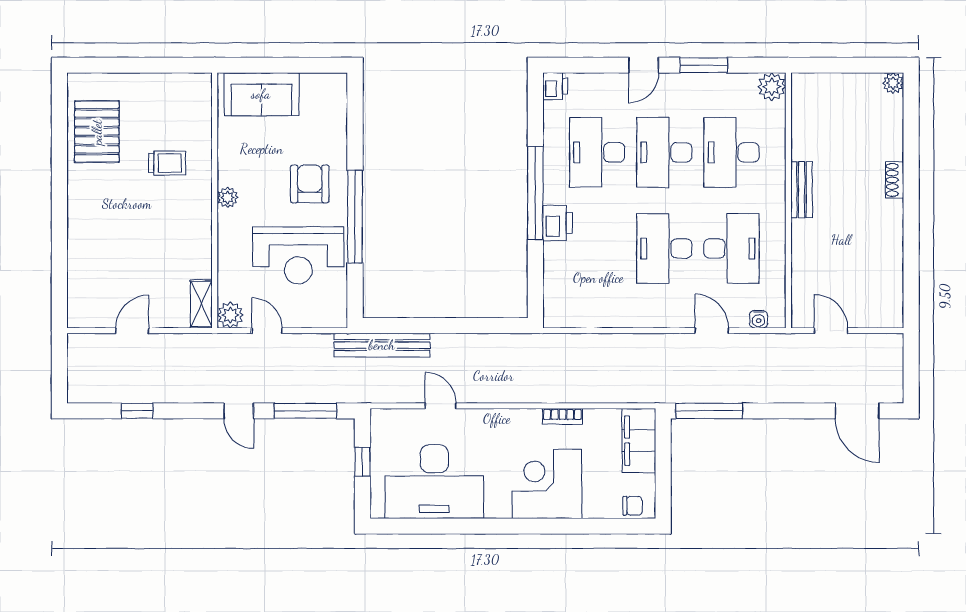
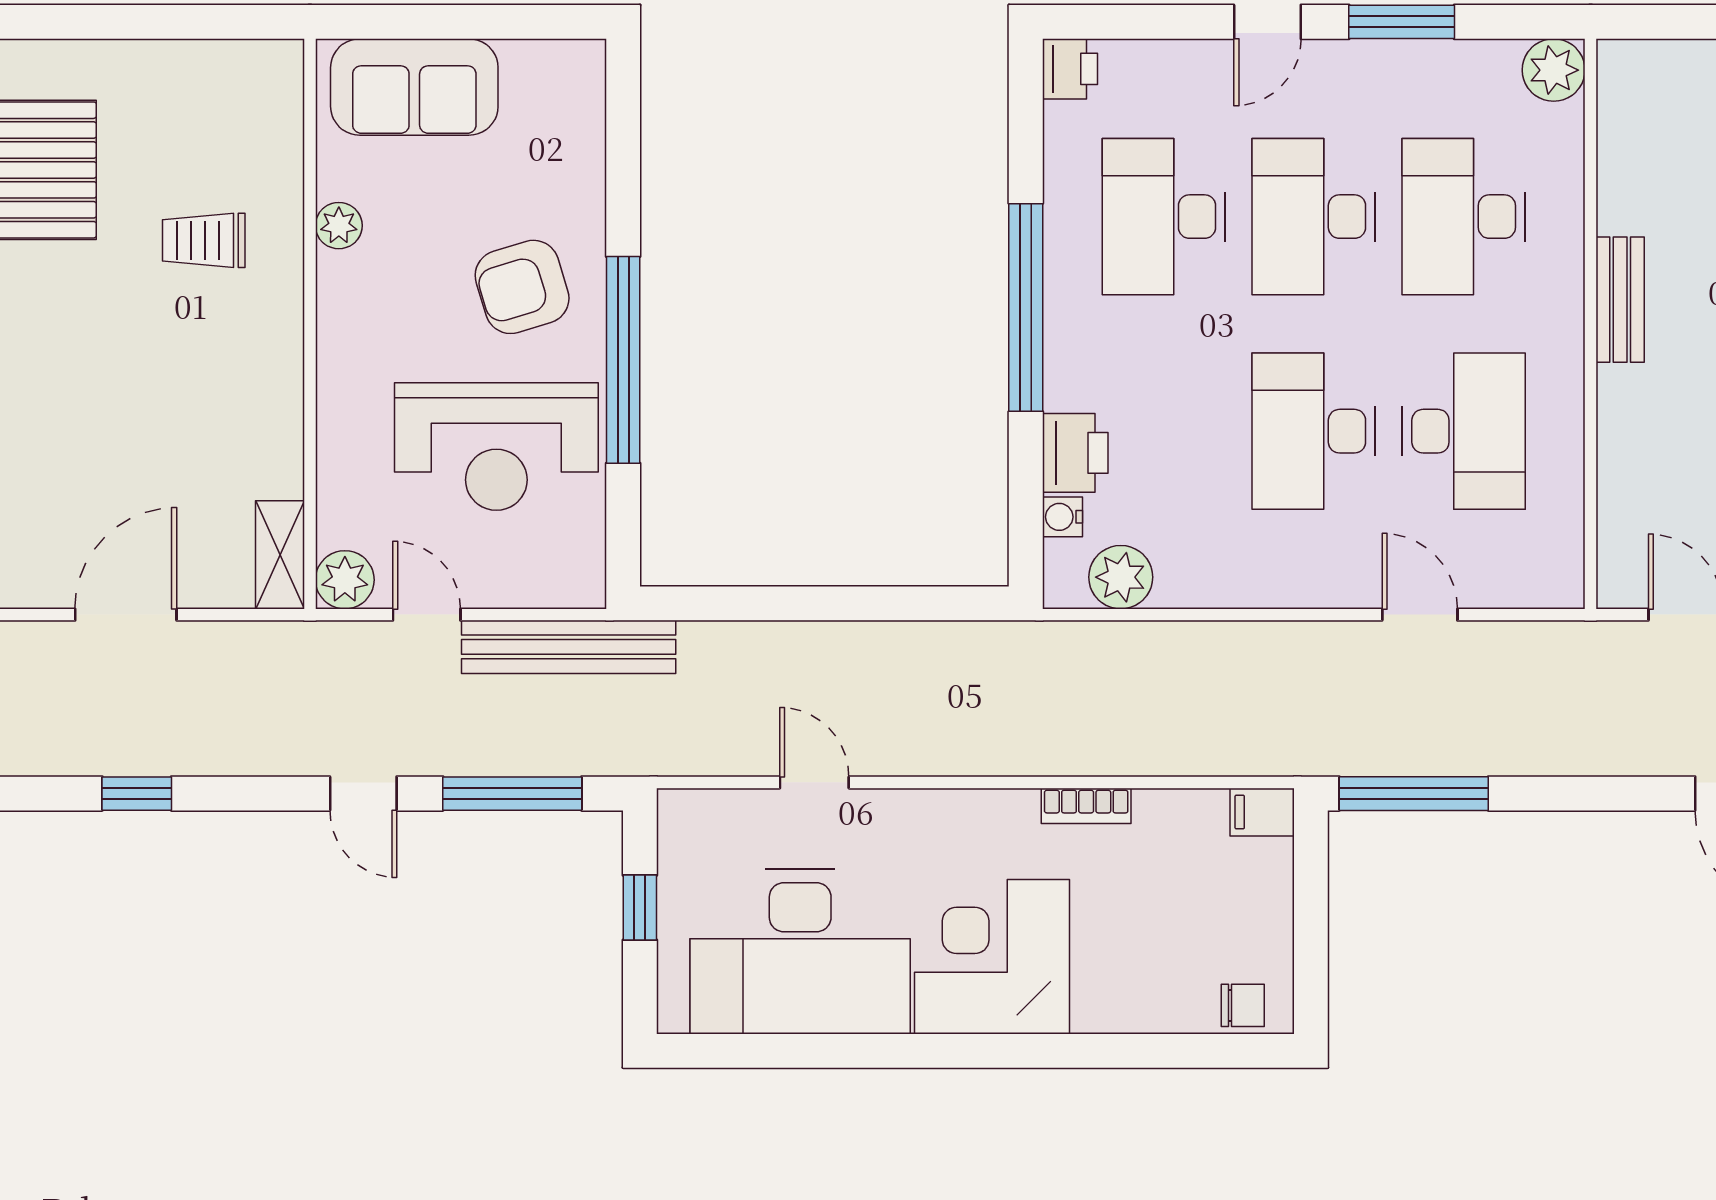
trolley: (167, 163) -> (204, 240), turned 180
armchair: (310, 184) -> (522, 287), turned -107
plant: (228, 197) -> (339, 226), moved
printer: (557, 223) -> (1075, 453), moved
plant: (578, 314) -> (1121, 577), added
water cooler: (759, 319) -> (1062, 517), moved, turned 90
door: (132, 331) -> (126, 615), width x1.38
bench: (382, 345) -> (569, 647), moved
filing cabinet: (639, 441) -> (1262, 812), width x0.33, depth x0.86
corner desk: (547, 484) -> (992, 957), moved

